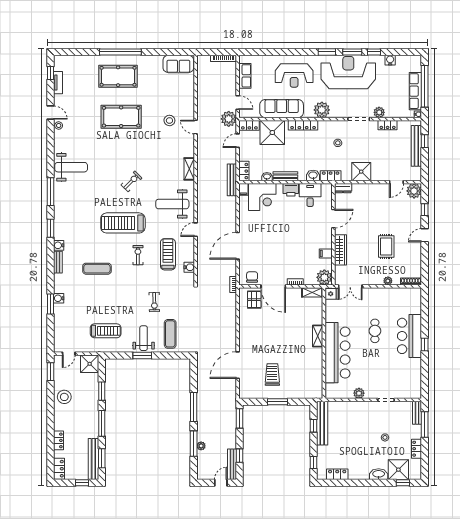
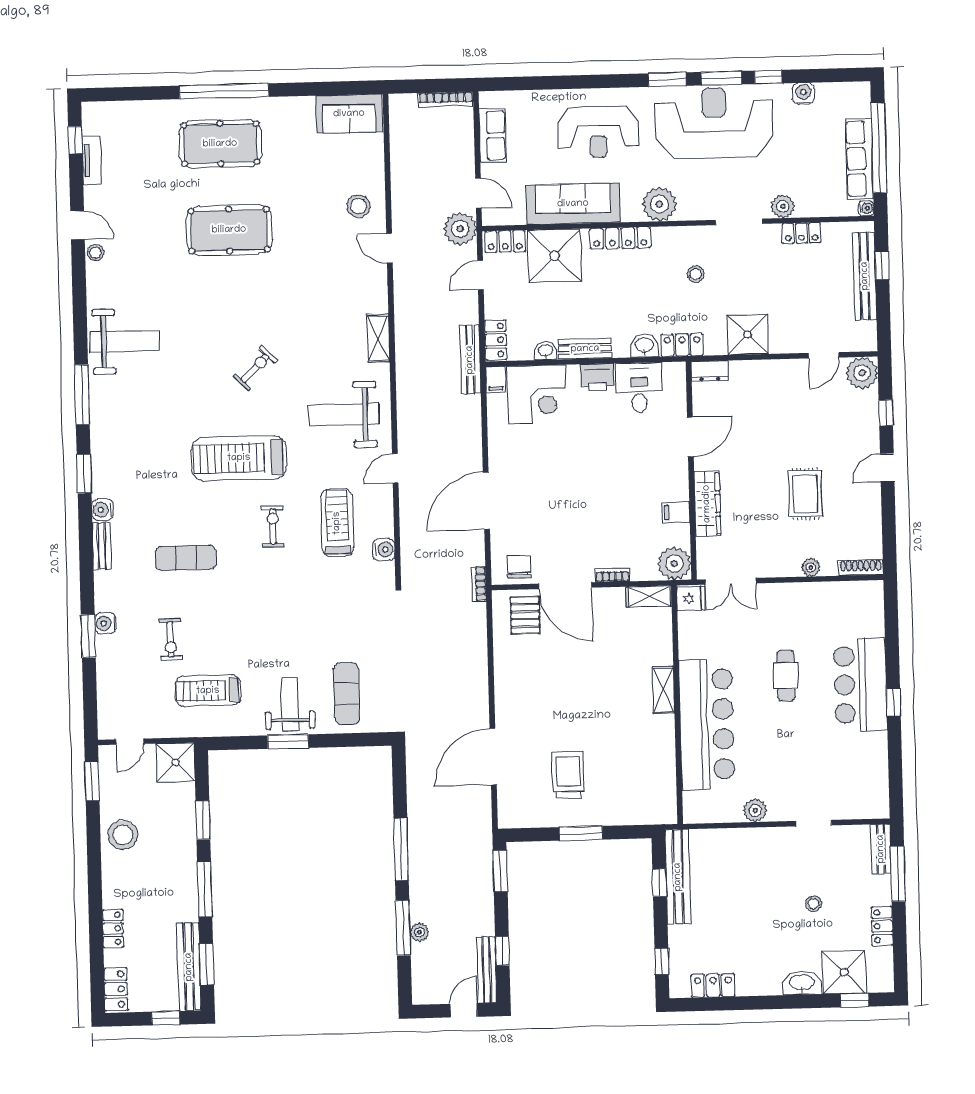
stool: (169, 120) -> (358, 206), moved
exercise bike: (154, 302) -> (170, 639), moved
treadmill: (106, 331) -> (208, 691), turned 180

